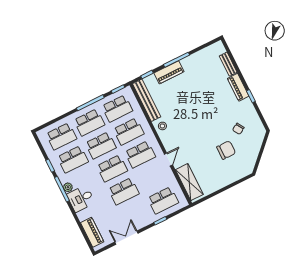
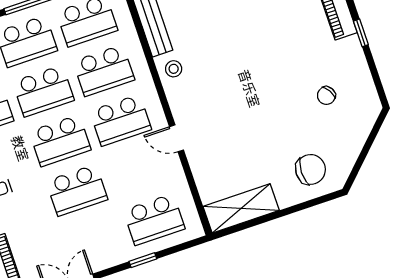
chair: (226, 150) -> (310, 169), moved
door: (168, 160) -> (176, 138), swing flipped
shelving: (189, 182) -> (241, 208), moved, turned 90

